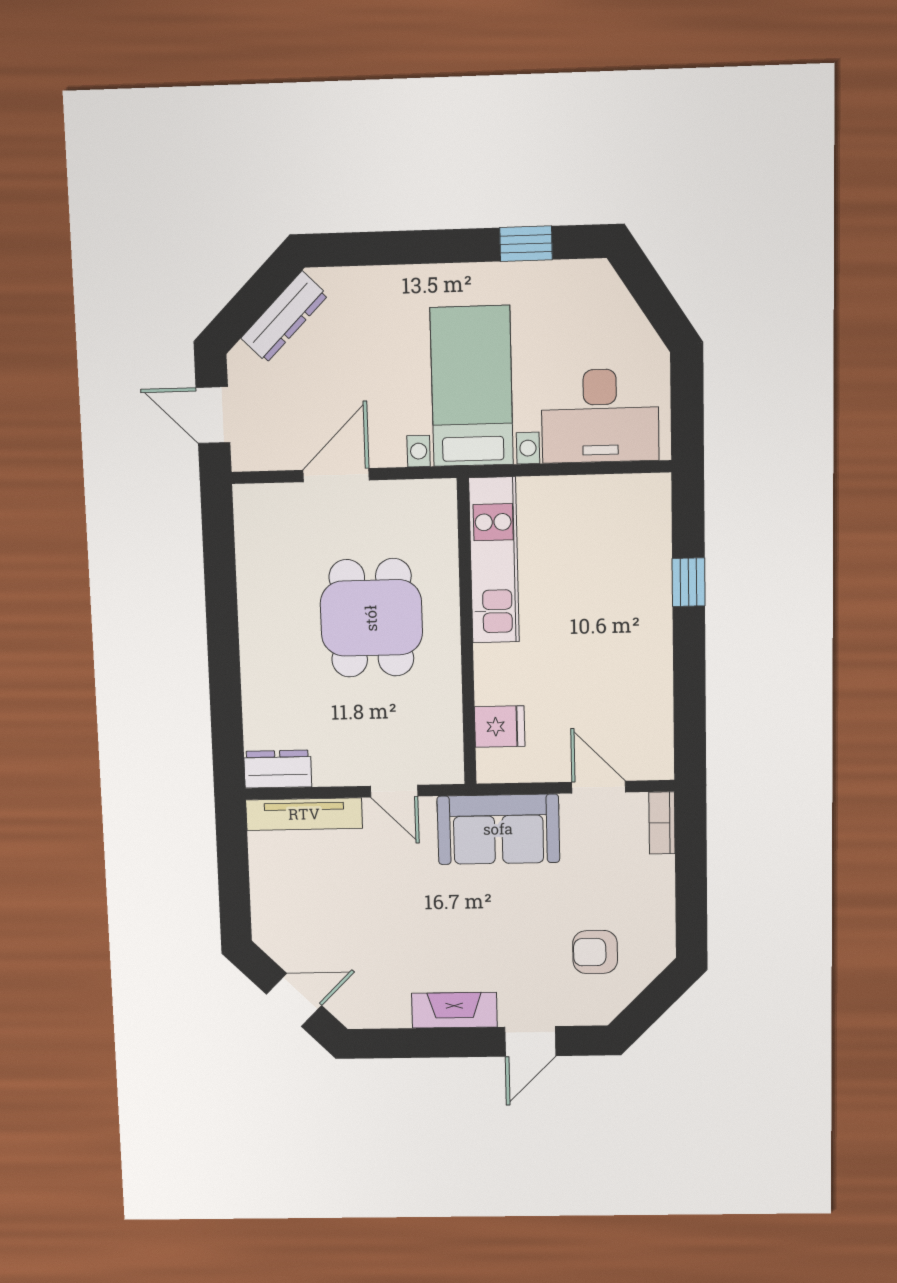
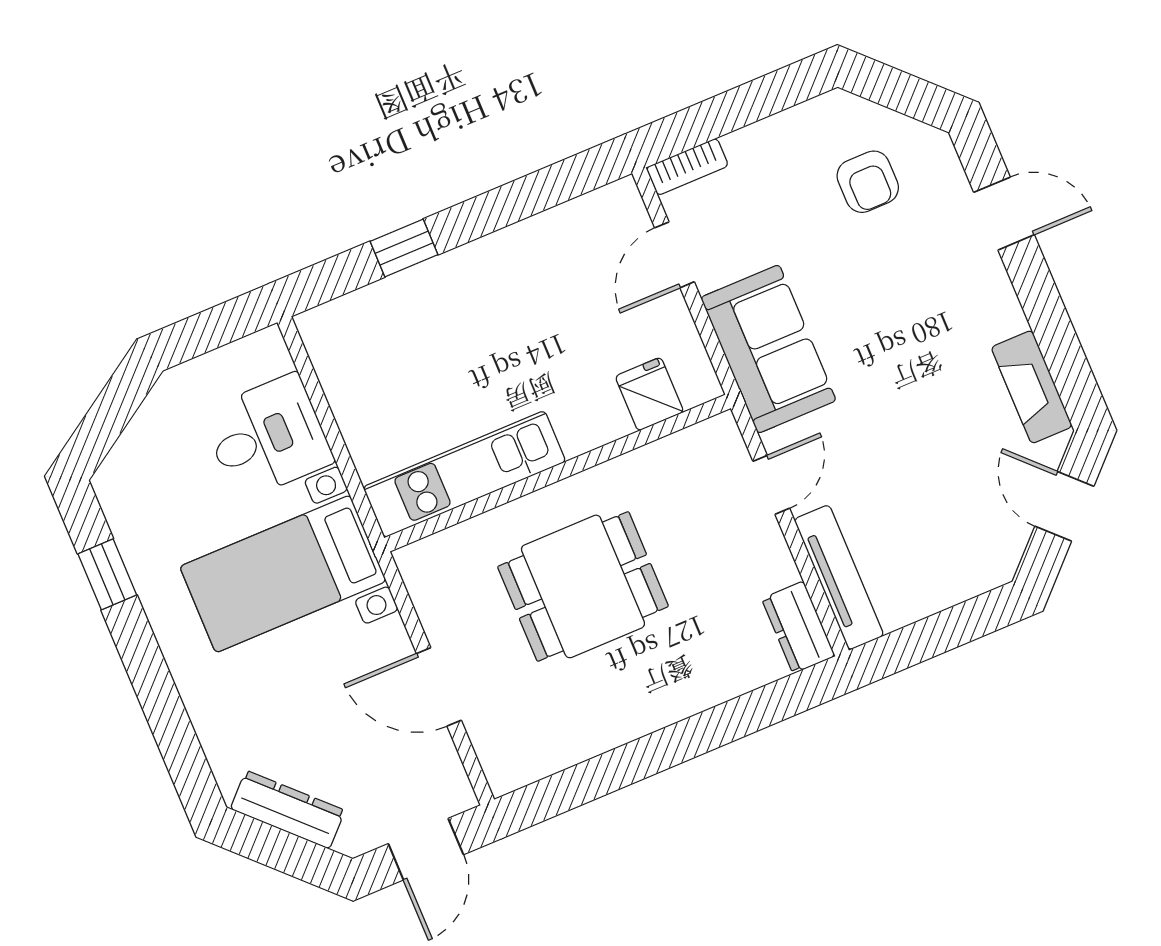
desk: (600, 416) -> (267, 437), width x0.73
fireplace: (454, 1010) -> (1032, 387), moved

